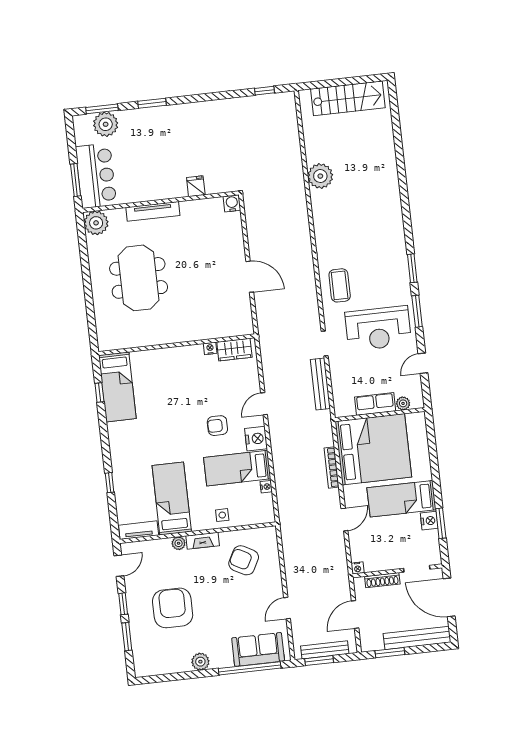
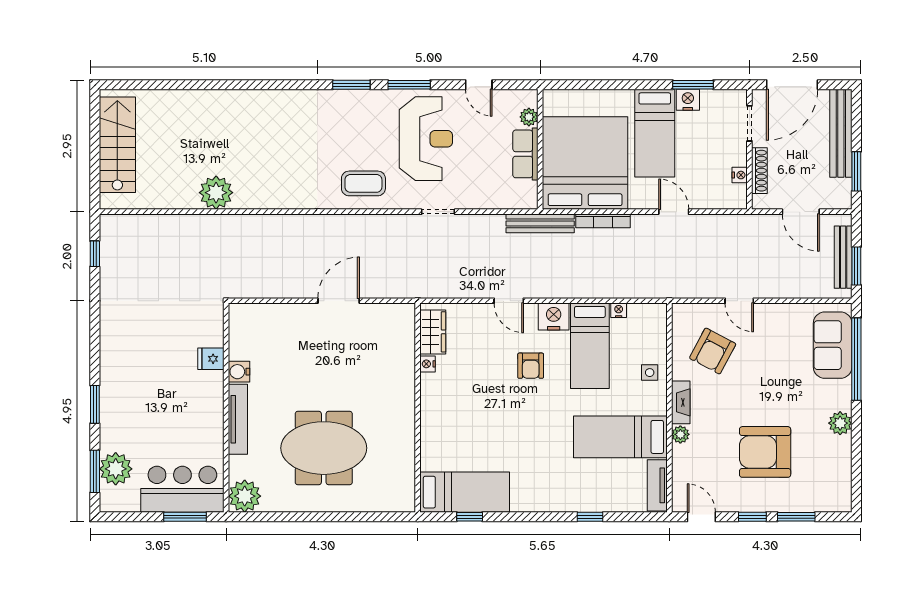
water cooler: (232, 203) -> (239, 372), moved
bench: (320, 384) -> (540, 223), moved
nightstand: (358, 568) -> (740, 175), moved
door: (287, 608) -> (739, 301), moved

